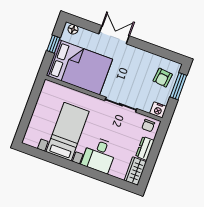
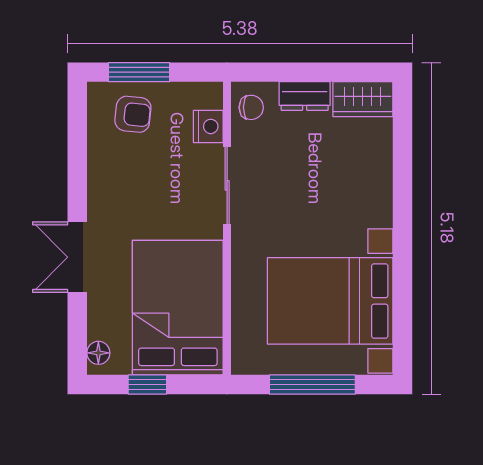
window: (29, 110) -> (312, 385), added
nightstand: (158, 110) -> (208, 126), moved
bed with nightstands: (68, 132) -> (330, 301), width x1.36
desk: (99, 155) -> (356, 192), removed

